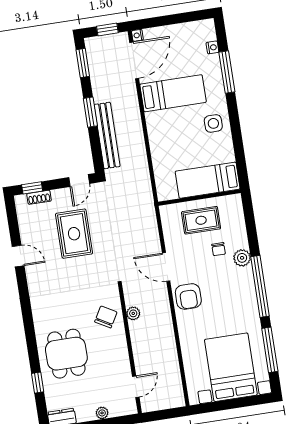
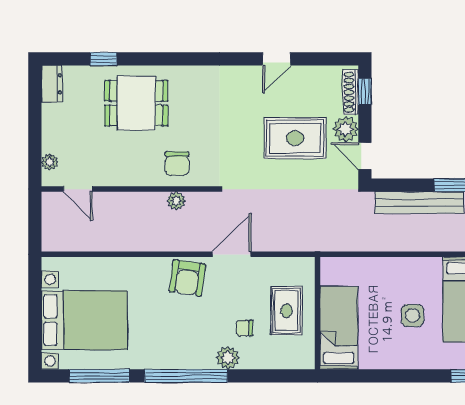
side table: (213, 123) -> (412, 315), moved
shoe rack: (39, 197) -> (351, 92), width x1.43
plant: (62, 198) -> (346, 129), added
armchair: (188, 296) -> (187, 278), turned -82
chair: (106, 317) -> (177, 163), turned 60
plant: (102, 413) -> (50, 162), moved

